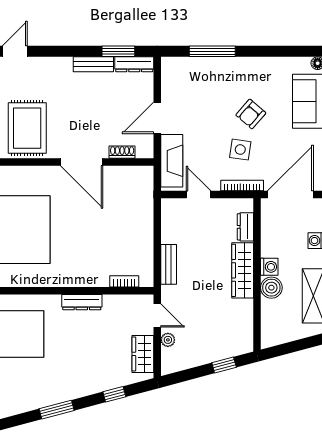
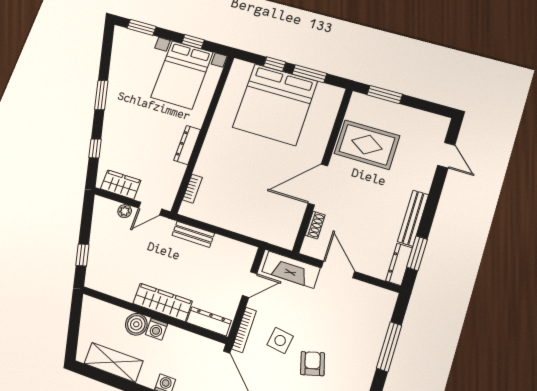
bench: (93, 64) -> (413, 218), width x1.36
armchair: (251, 114) -> (312, 364), turned 33
dresser: (245, 227) -> (209, 321), width x1.44

